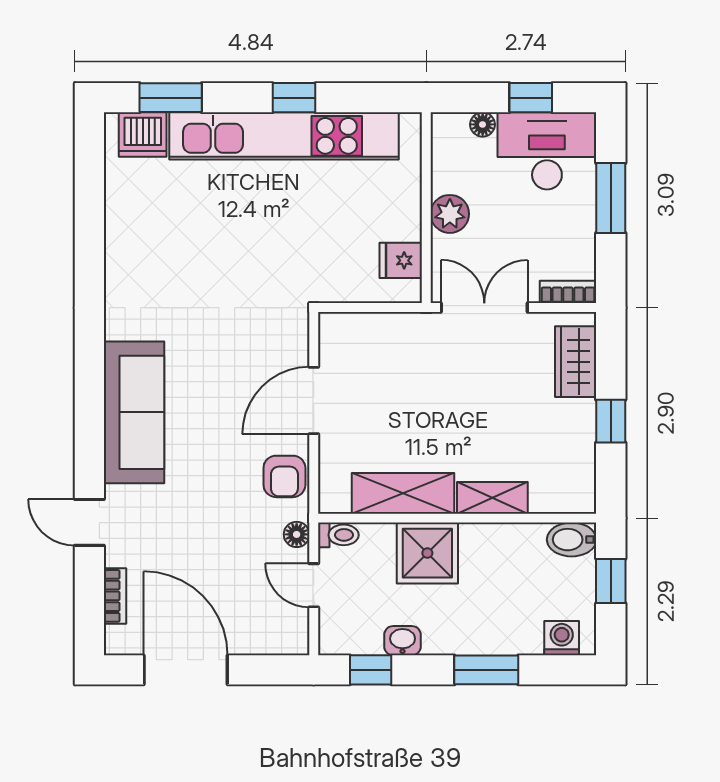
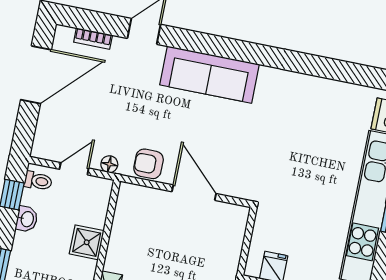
shelving: (403, 493) -> (122, 238), removed
toilet: (338, 535) -> (38, 181), moved, turned -90
shower: (427, 553) -> (87, 242), width x0.73, depth x0.73

